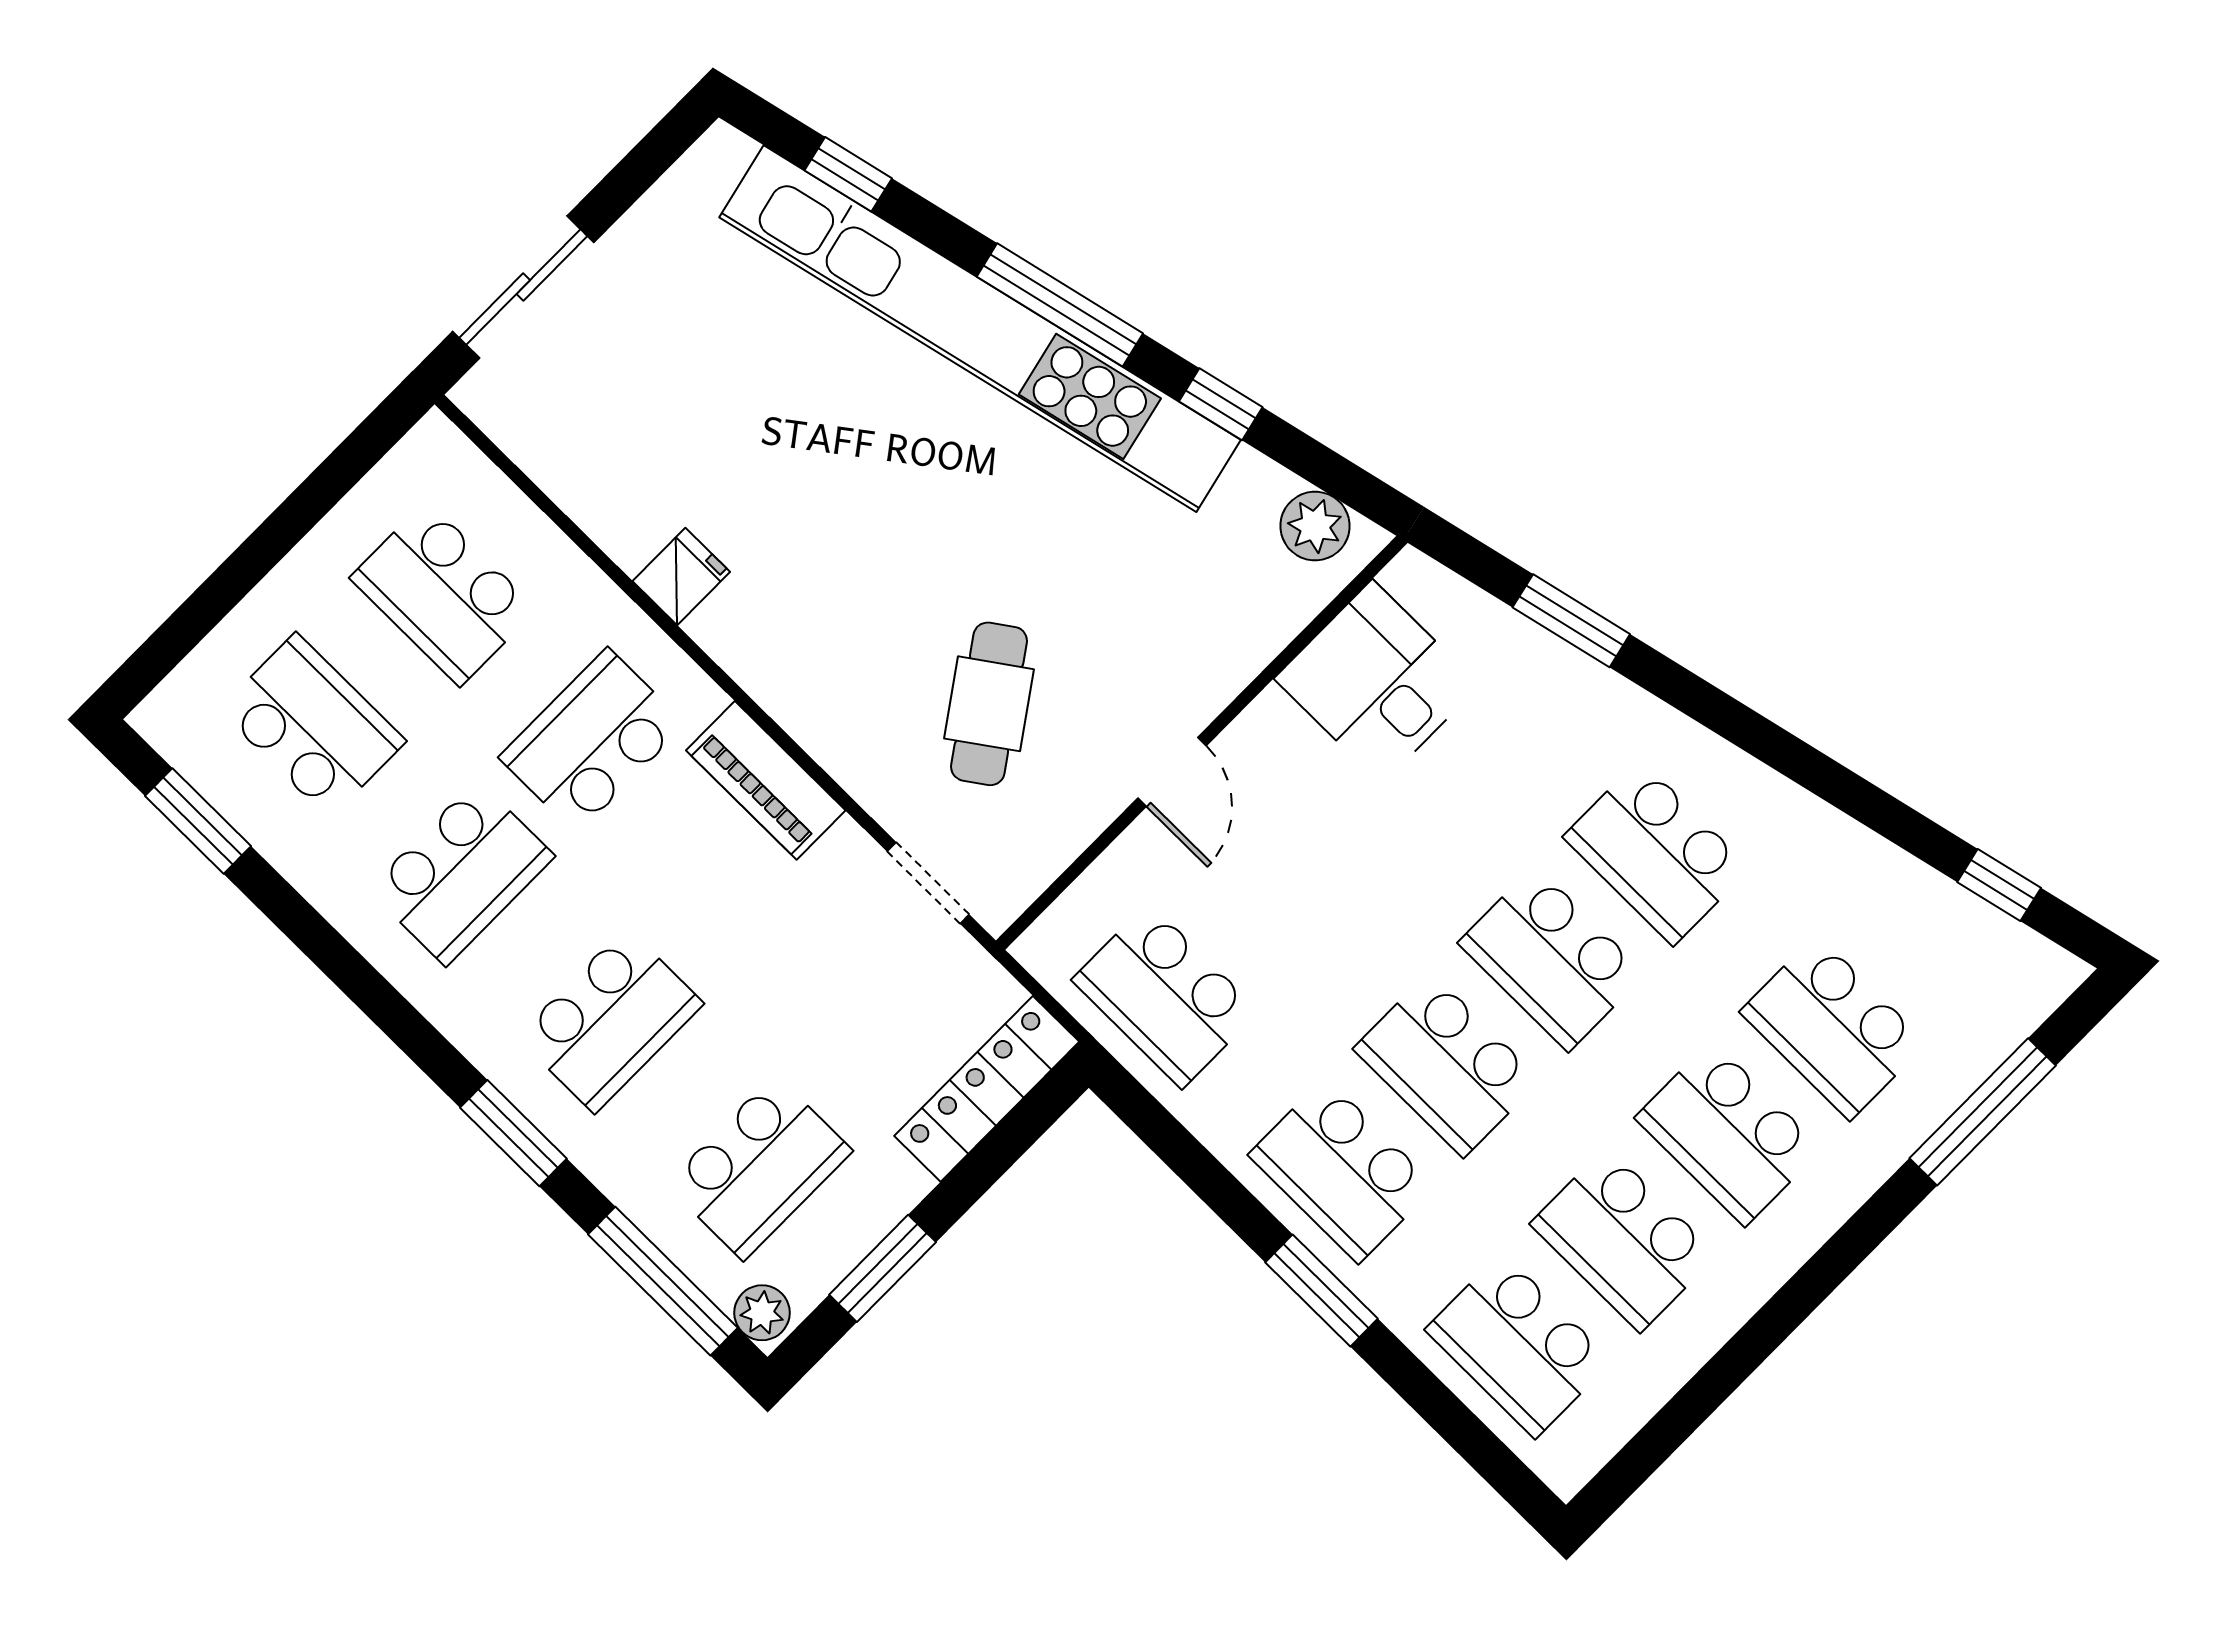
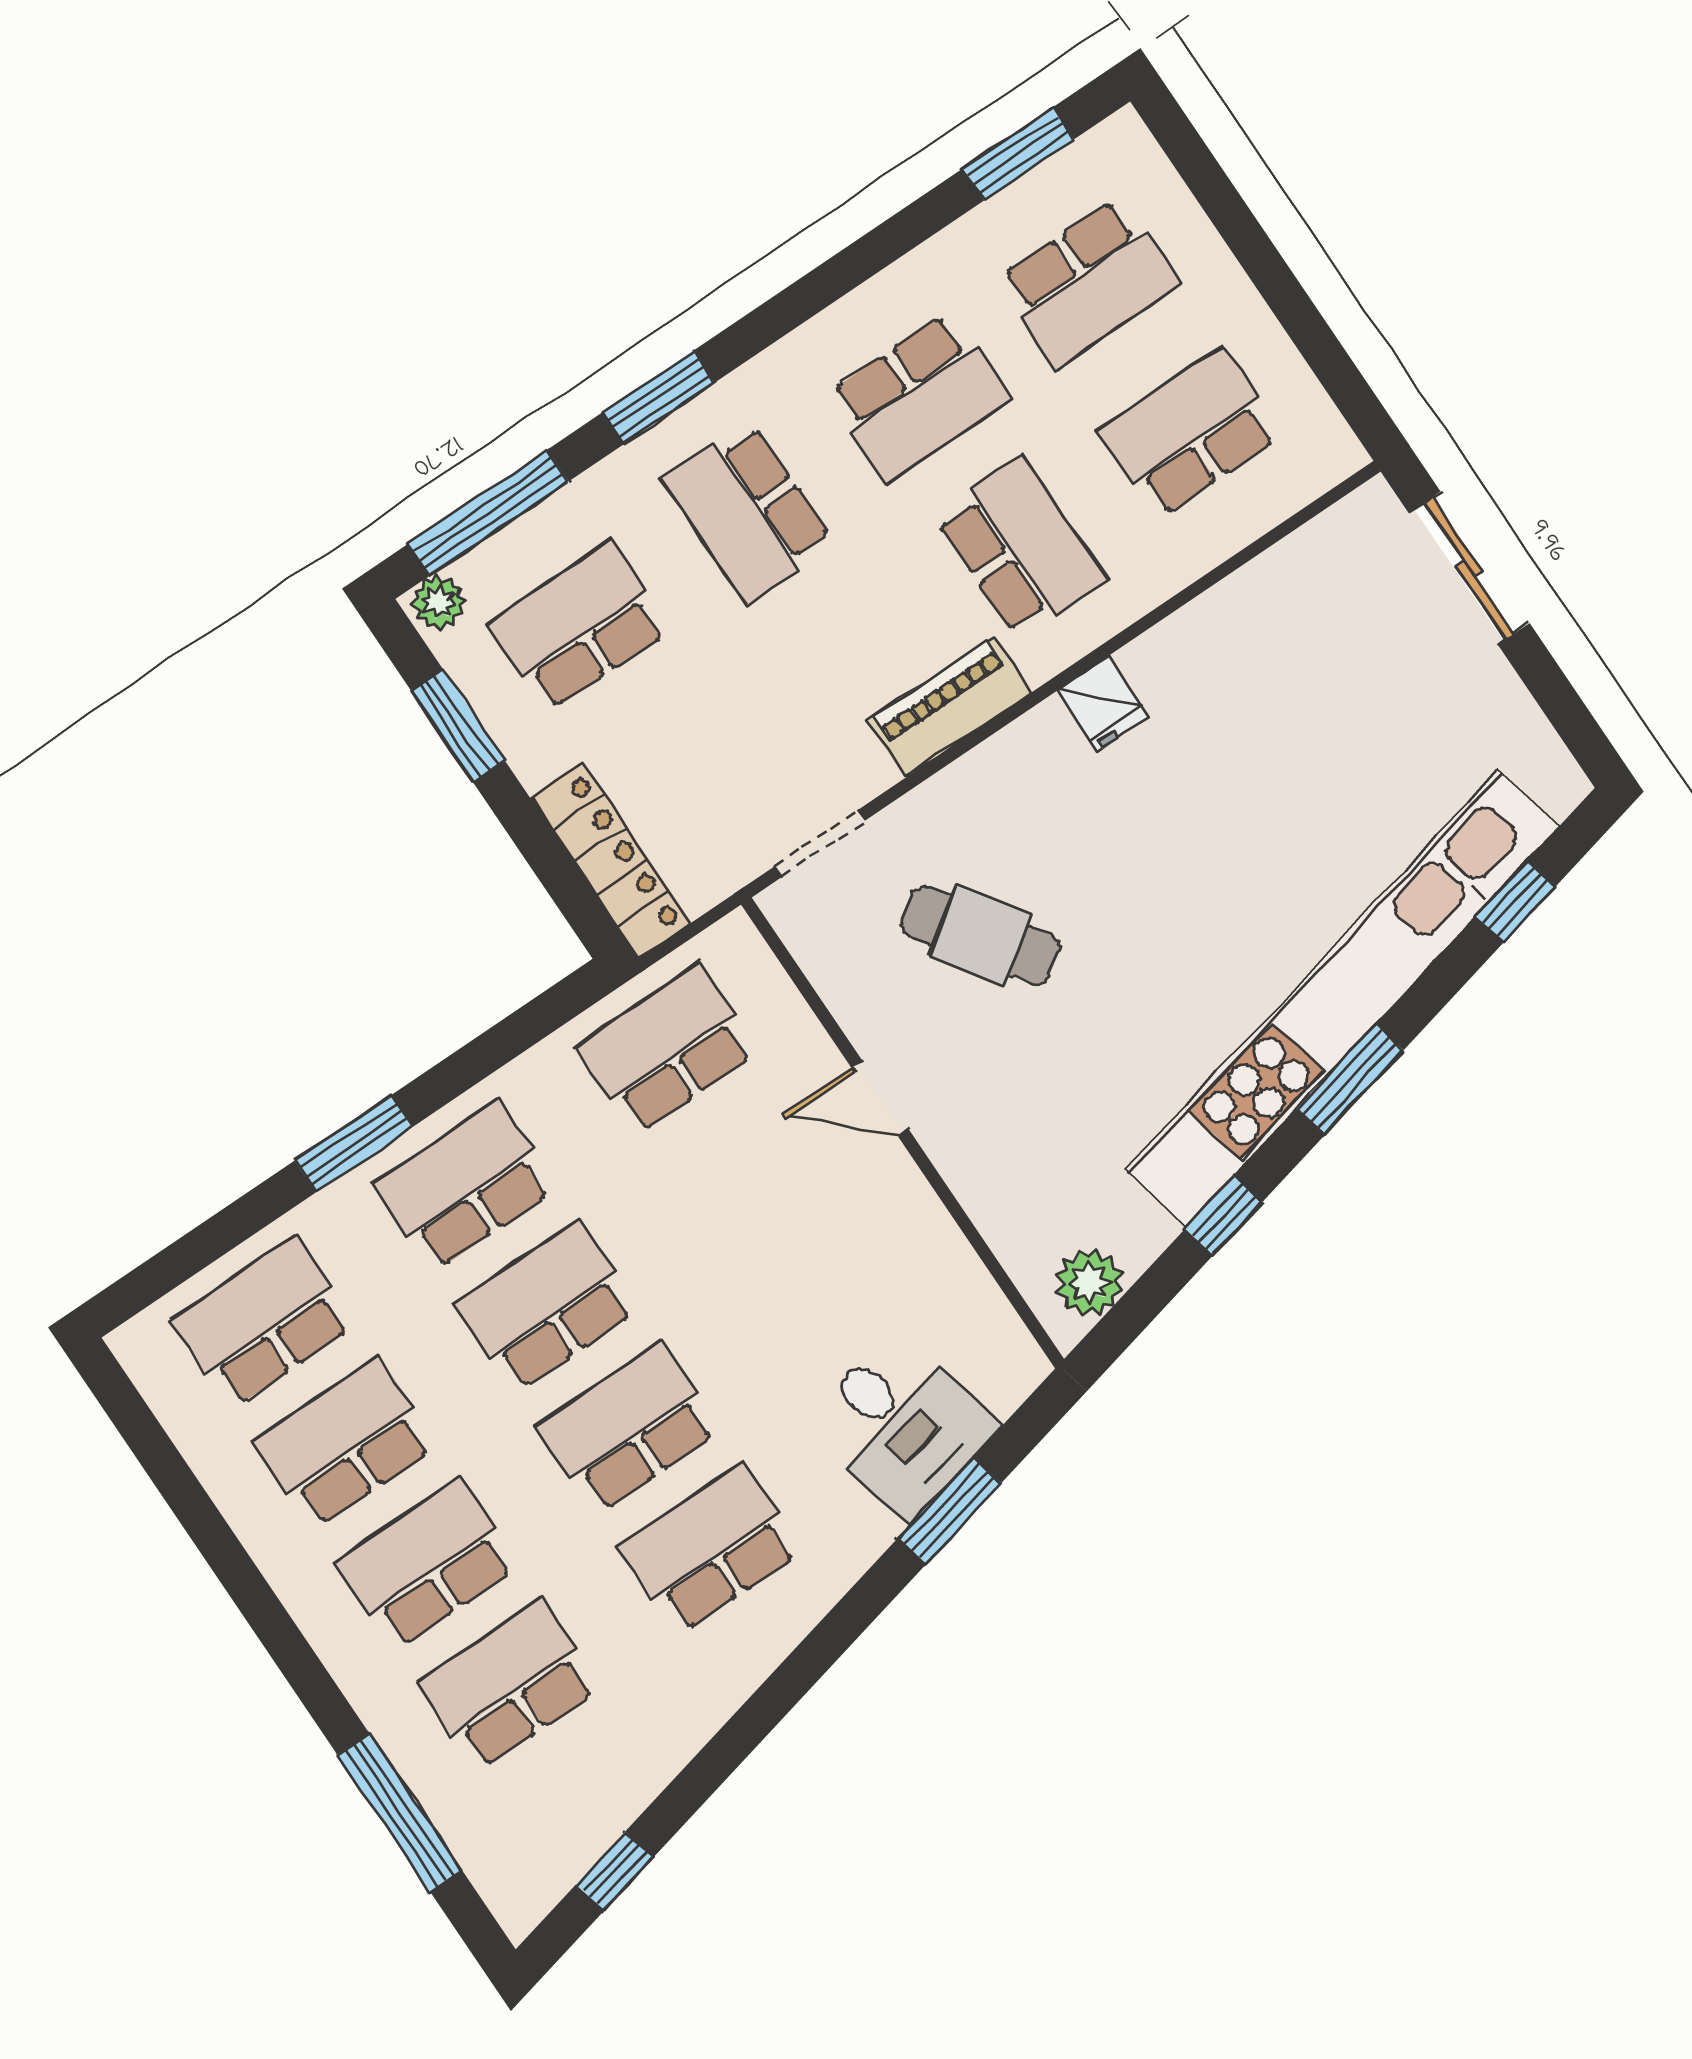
window: (1060, 305) -> (1350, 1080), width x0.69
fridge: (681, 577) -> (1103, 704), moved
desk: (1377, 682) -> (902, 1425), moved, turned 77
school desk: (461, 873) -> (918, 397), turned -90
school desk: (759, 1168) -> (579, 627), turned 90

